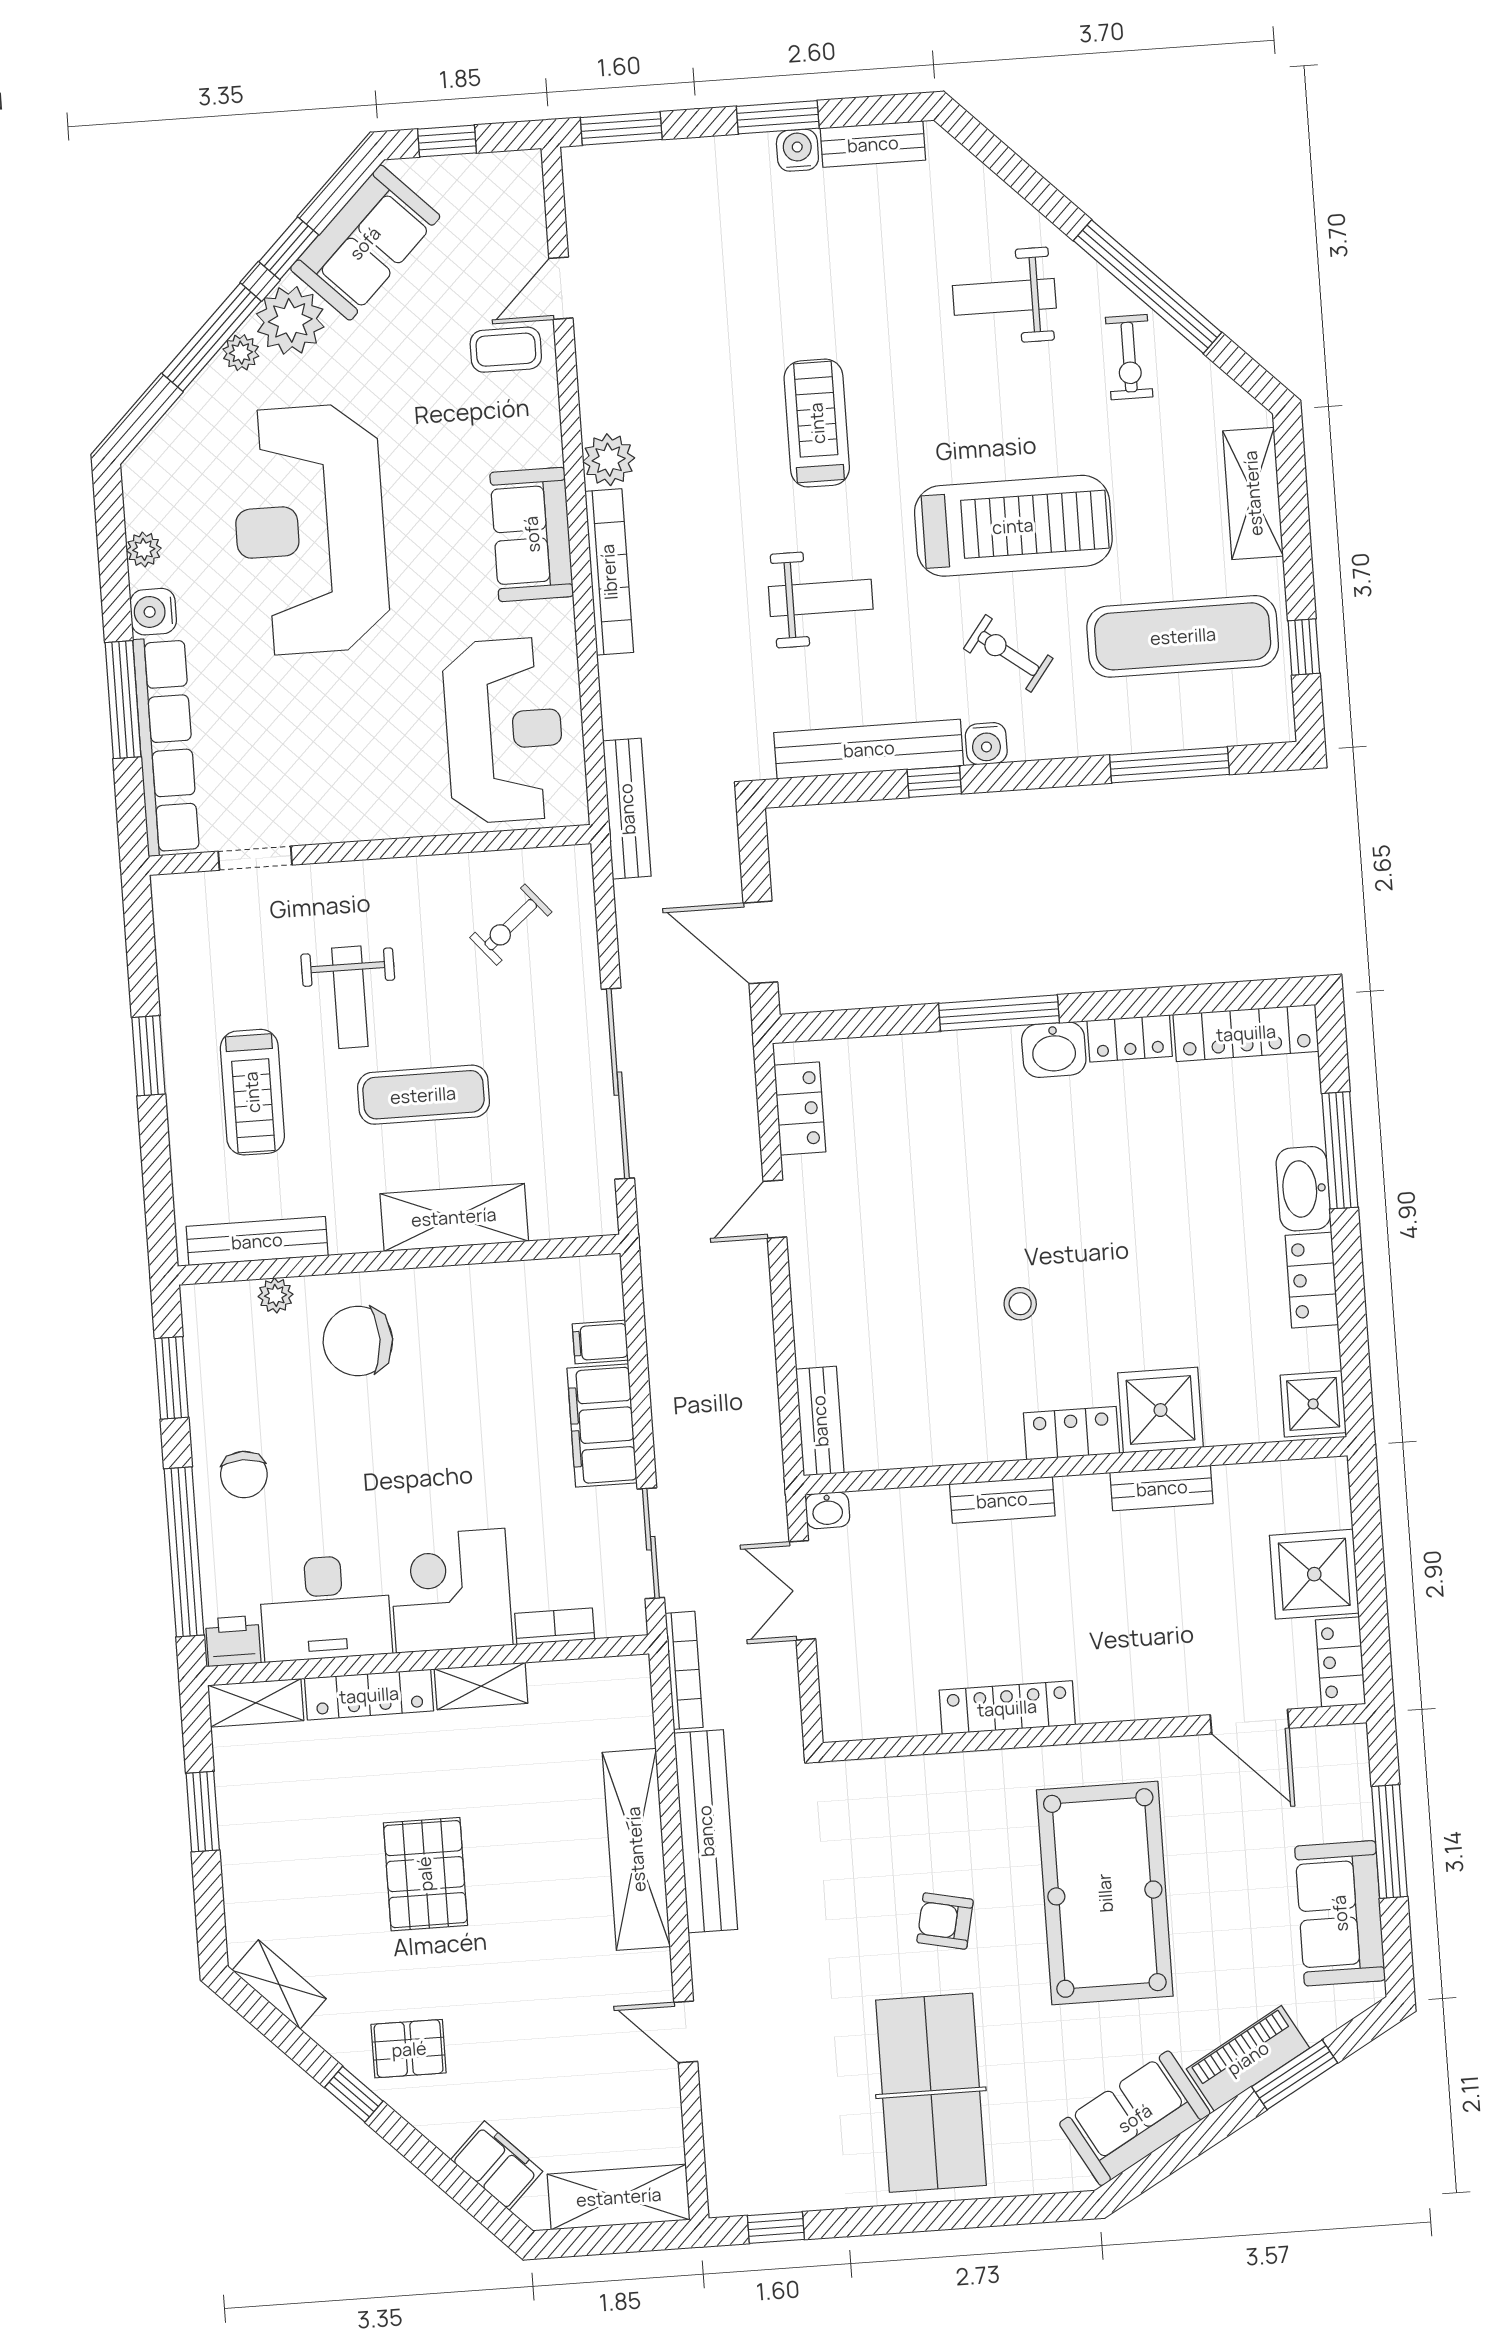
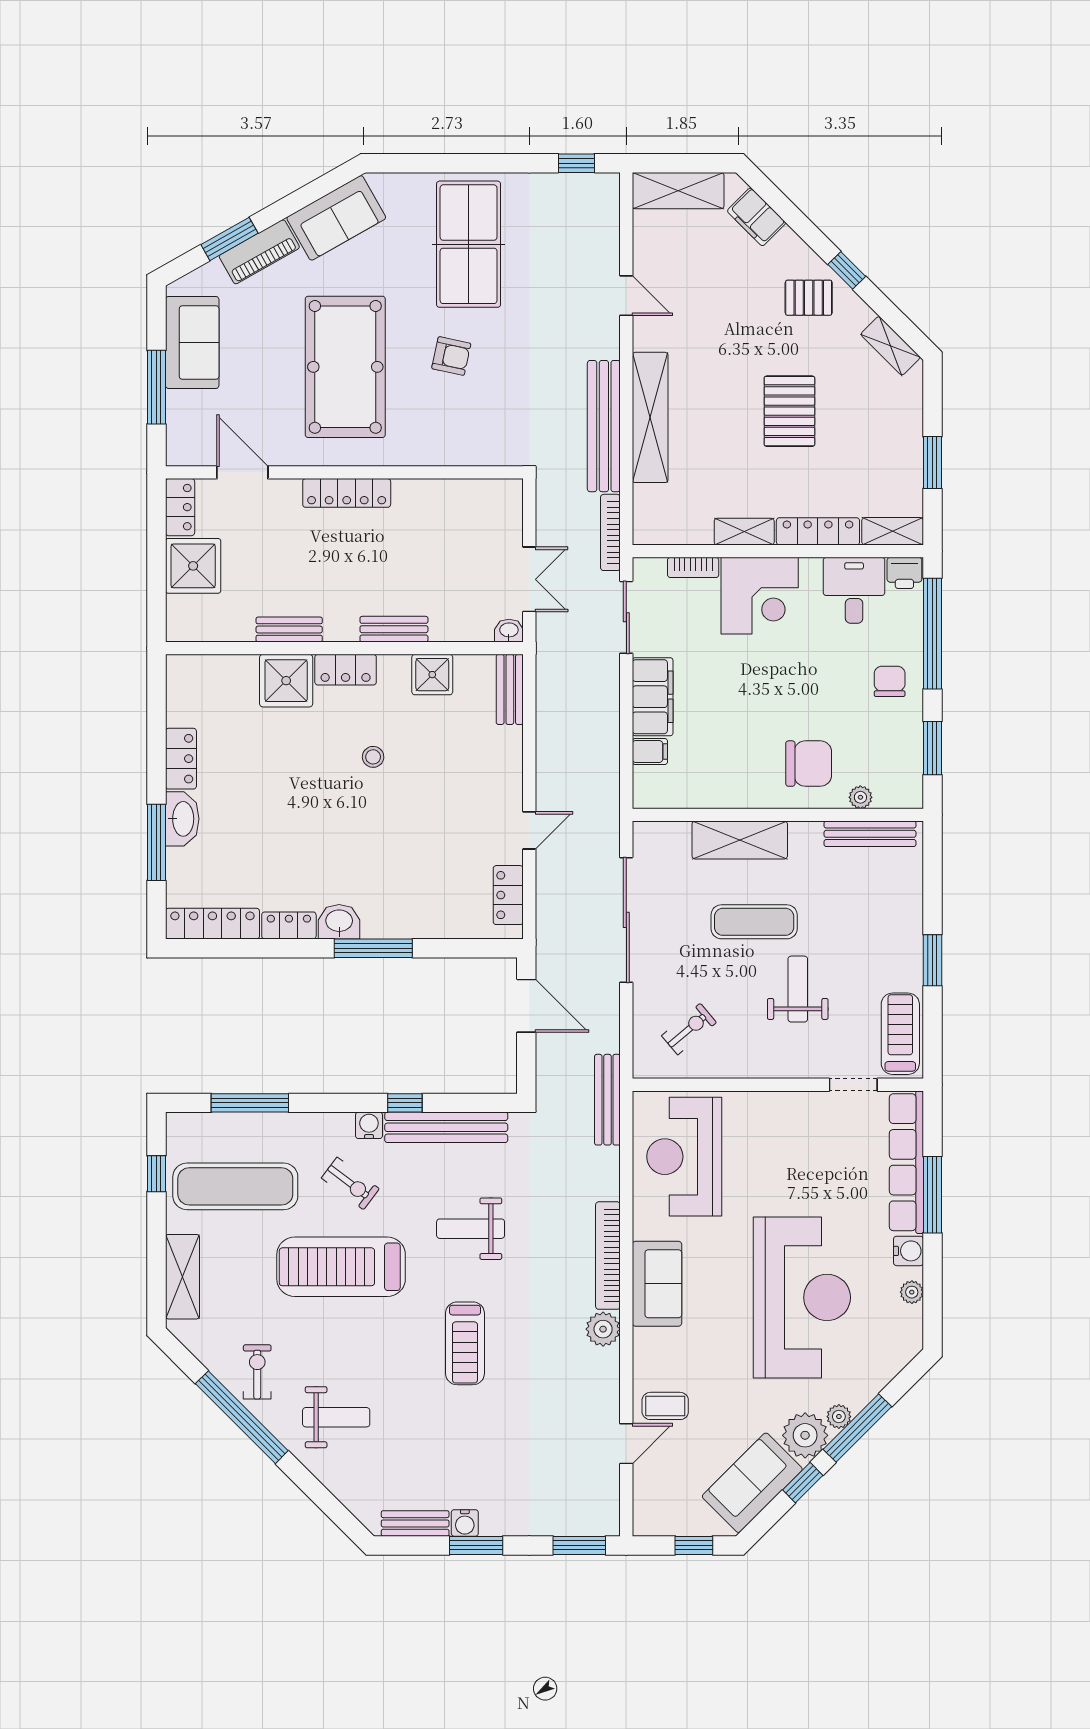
treadmill: (252, 1092) -> (900, 1034), moved
shower: (1313, 1404) -> (432, 675), moved
desk: (325, 1608) -> (854, 590), width x0.73
locker: (1007, 1708) -> (347, 493), moved

